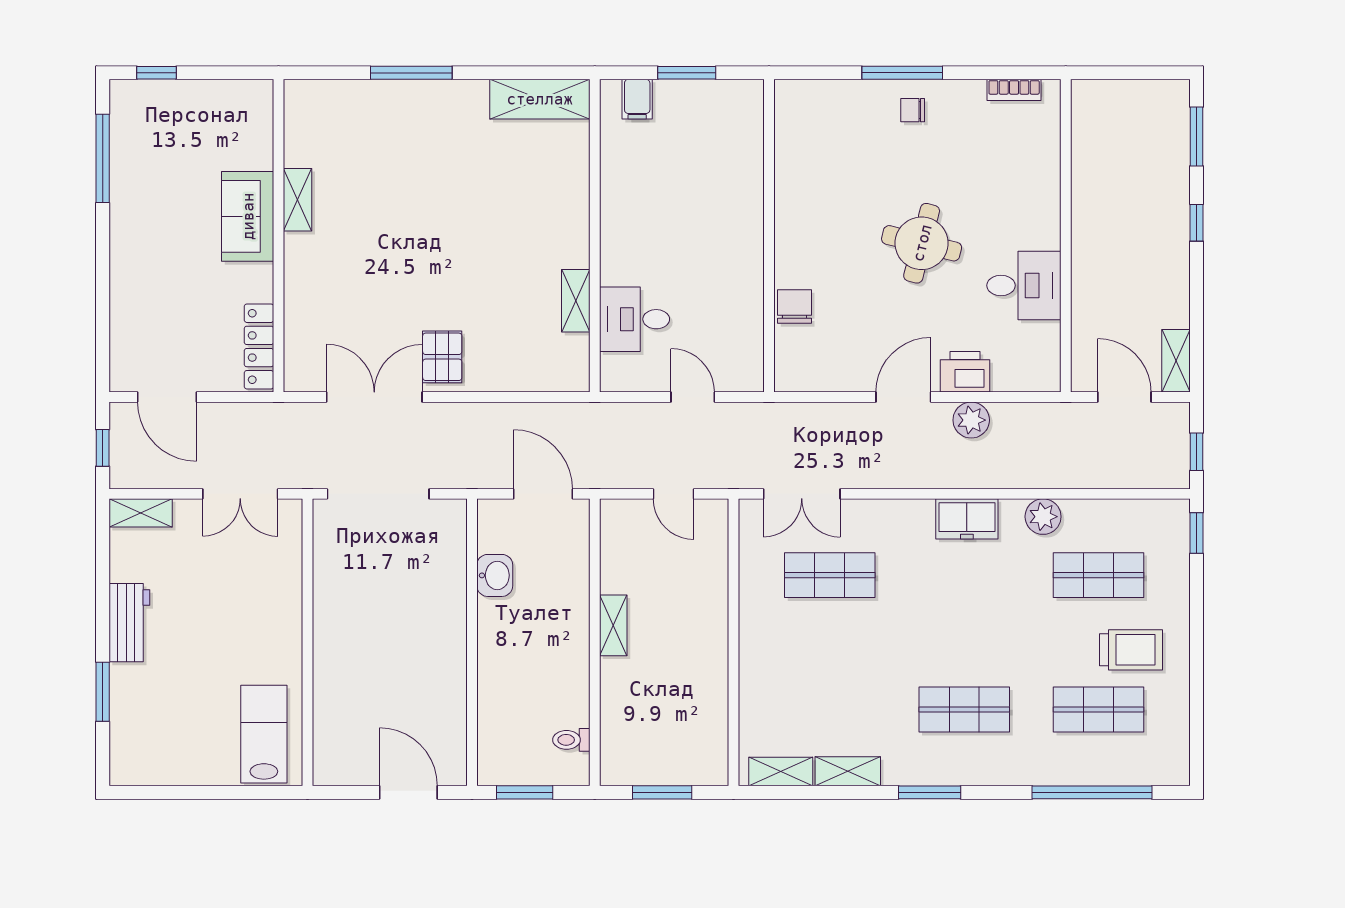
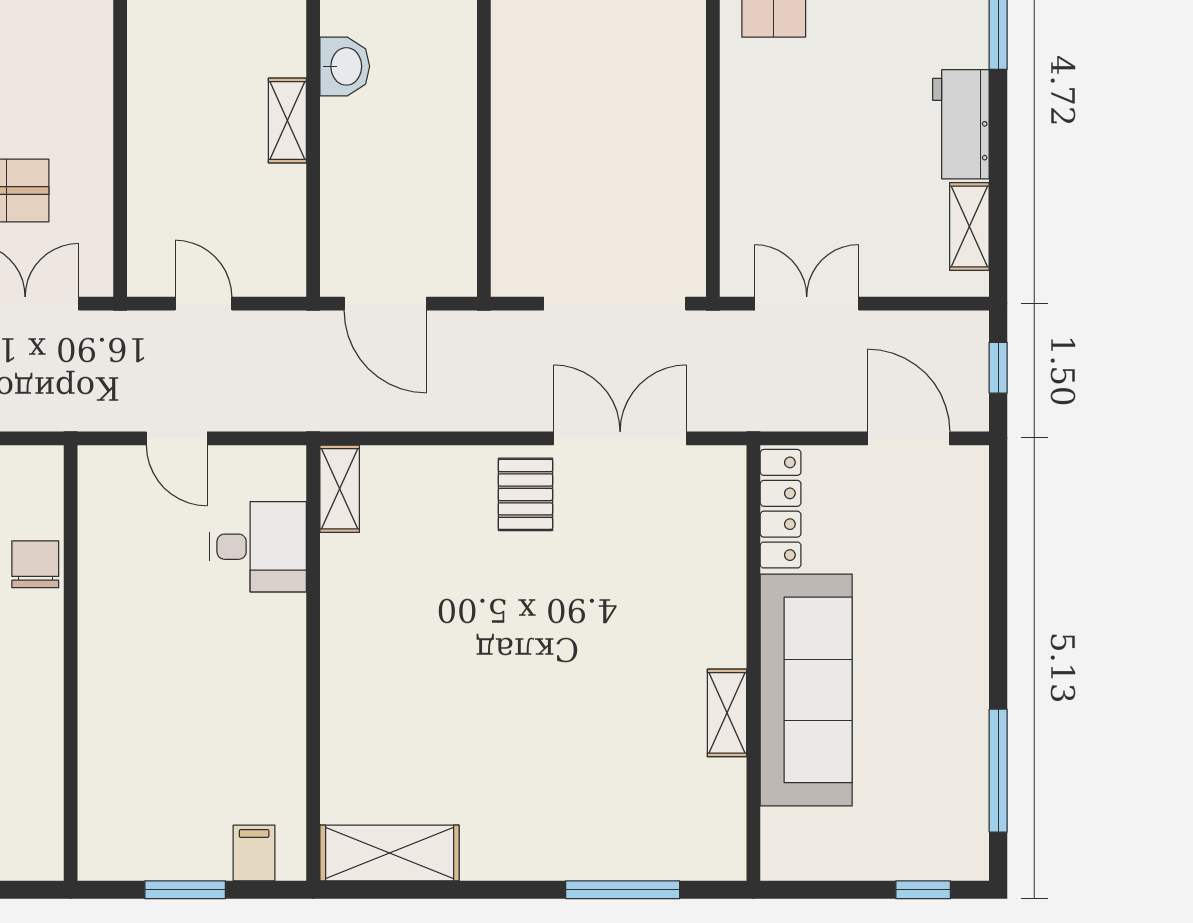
window: (411, 73) -> (623, 890), moved
sofa: (248, 216) -> (806, 690), width x1.85, depth x1.27
shelving: (576, 301) -> (340, 489), moved
chair: (794, 307) -> (35, 564), turned 180
double door: (374, 397) -> (620, 438), swing flipped
shelving: (141, 513) -> (969, 226), moved, turned 90
washbasin: (495, 575) -> (345, 66), moved, turned 180

